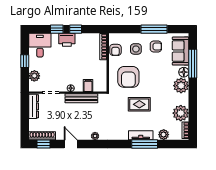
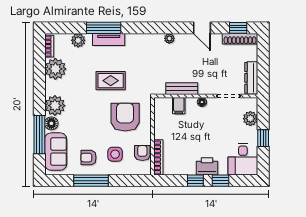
bench: (81, 98) -> (182, 89), width x0.73

